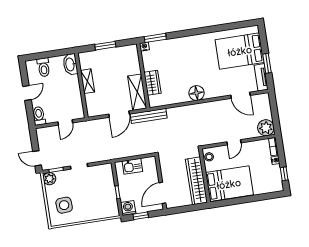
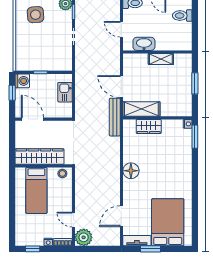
washbasin: (70, 64) -> (144, 44), moved
door: (234, 142) -> (74, 220), moved
bed: (229, 184) -> (36, 190), width x0.67

